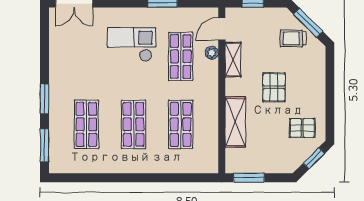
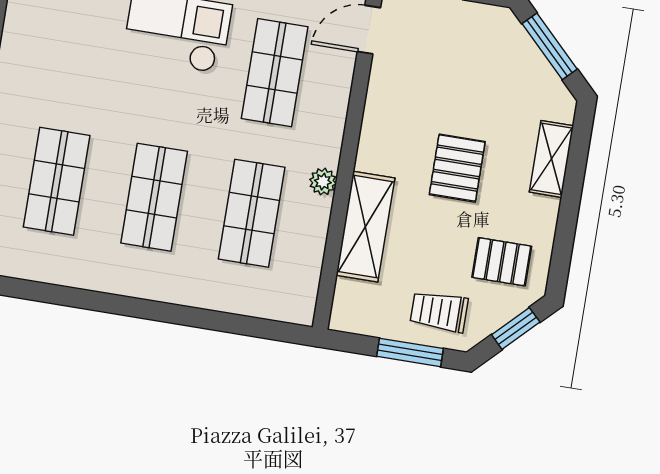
trolley: (293, 38) -> (439, 312), moved
plant: (212, 53) -> (323, 182), moved
shelving: (233, 60) -> (551, 159), moved
window: (249, 178) -> (410, 352), moved

